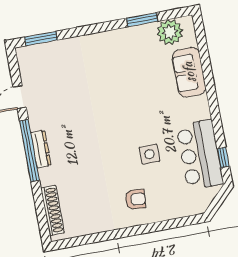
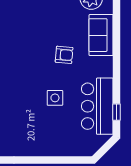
armchair: (135, 199) -> (64, 55), moved

